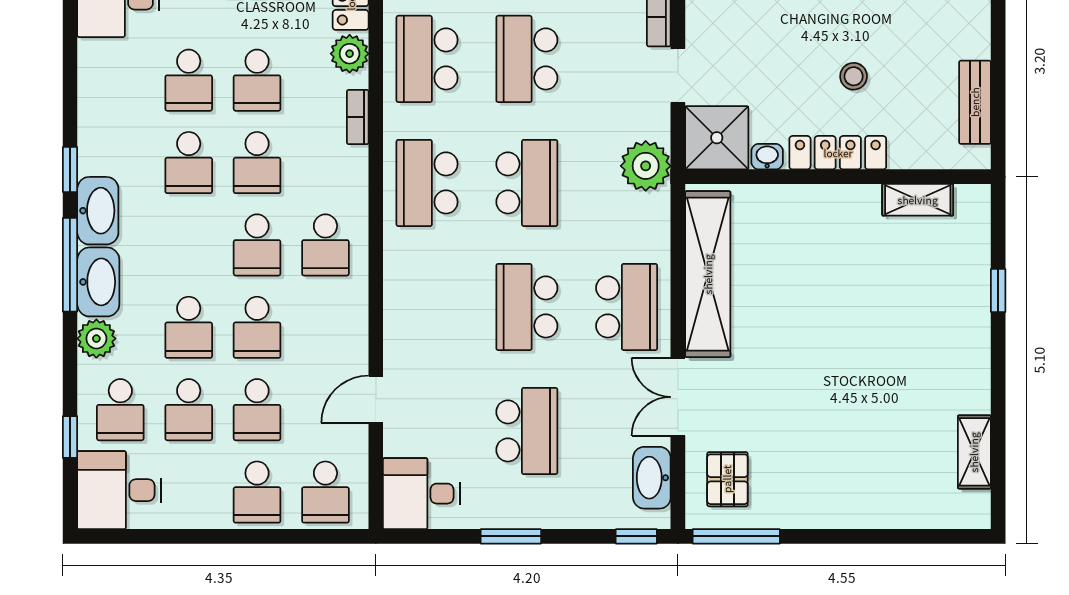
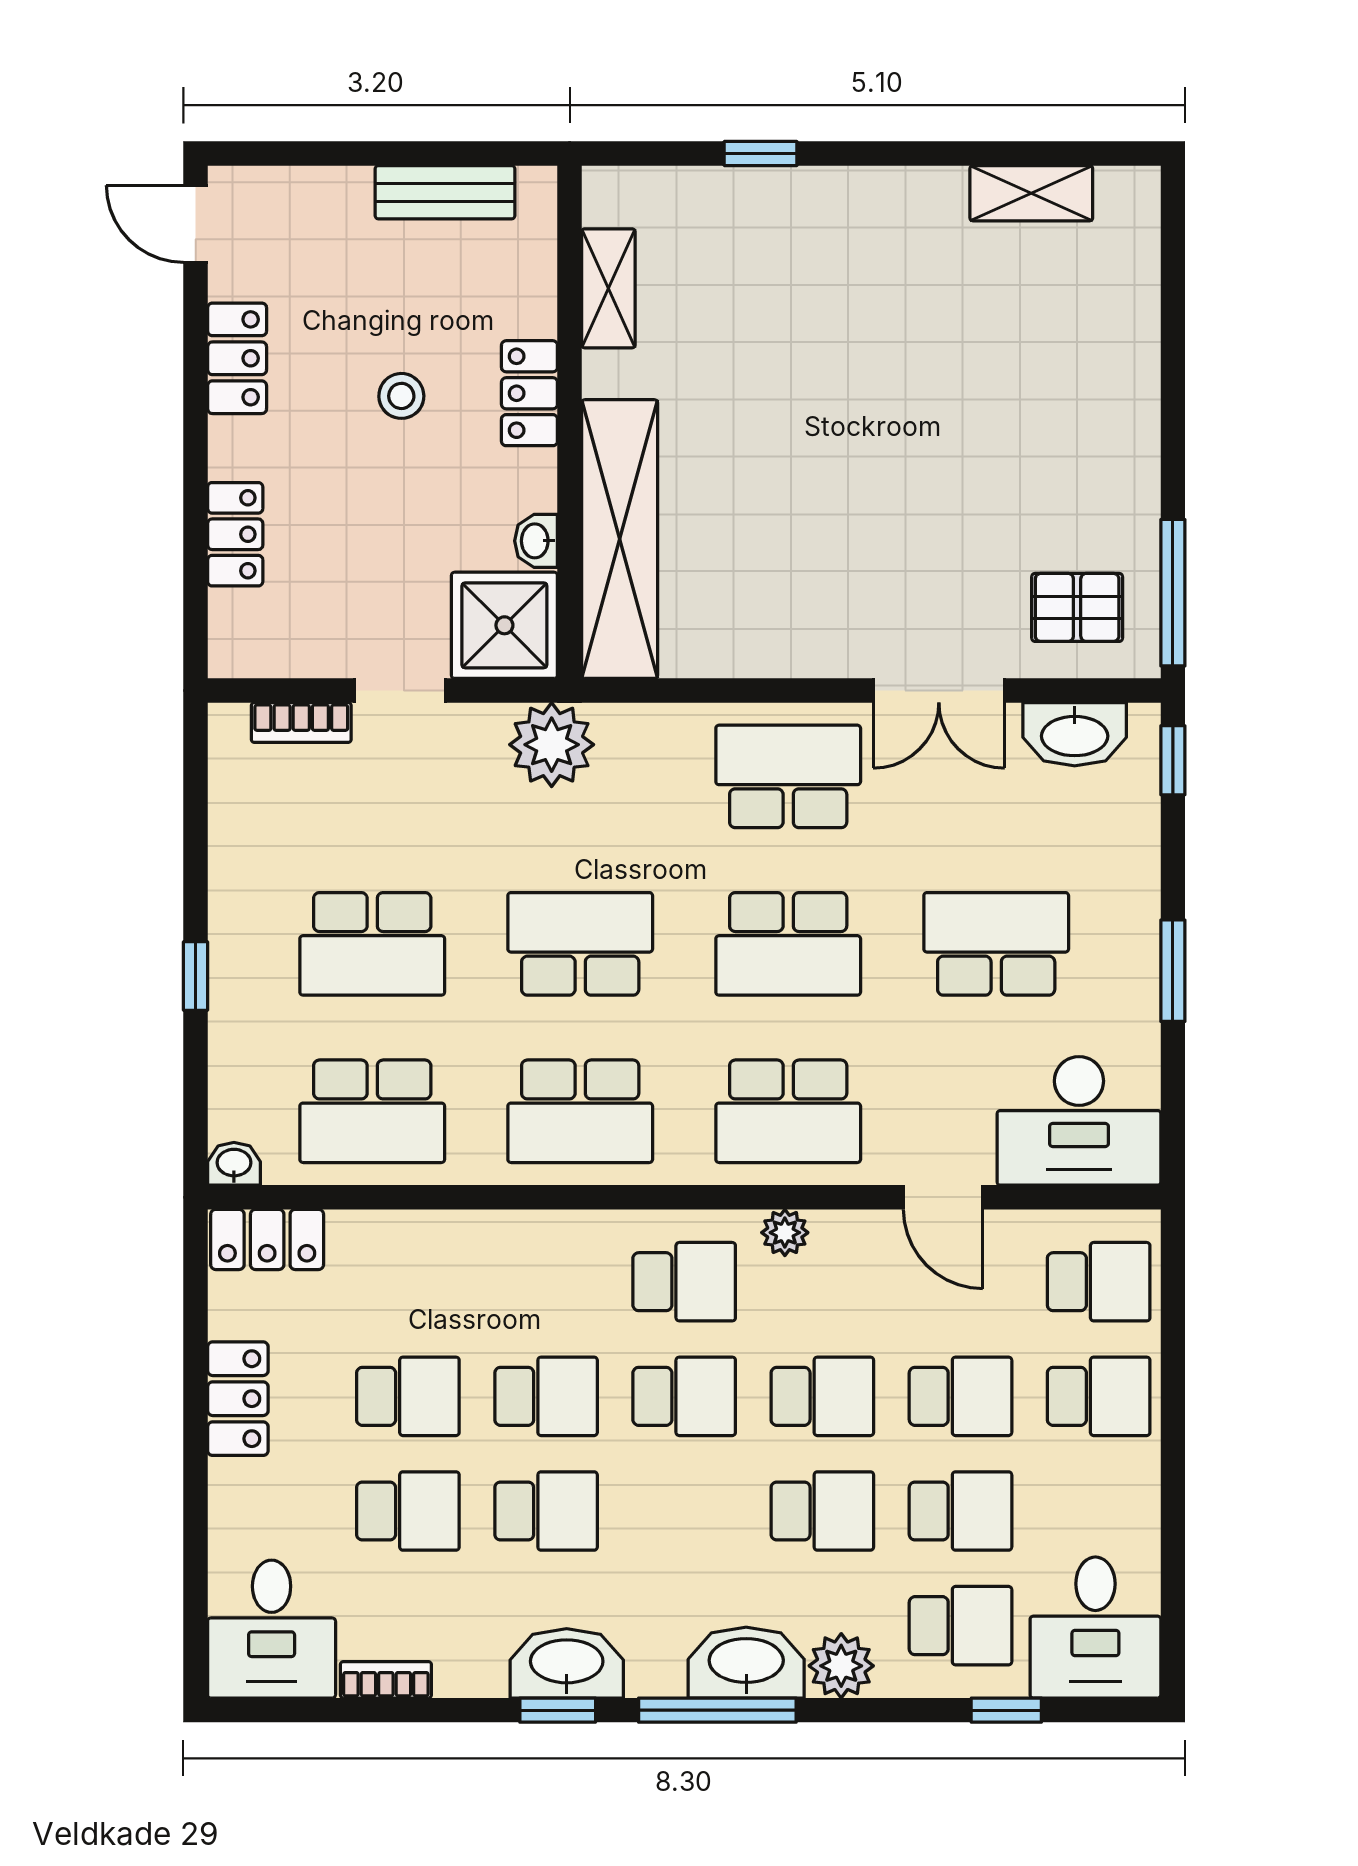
plant: (350, 54) -> (785, 1233), moved, width x0.73, depth x0.73
bookcase: (358, 117) -> (386, 1680), moved, turned 180
locker: (838, 153) -> (529, 393), width x0.66
washbasin: (98, 211) -> (567, 1663), moved
shelving: (708, 274) -> (620, 539), moved, turned 90
school desk: (427, 307) -> (788, 1111), added
desk: (421, 494) -> (1079, 1121), width x1.37

